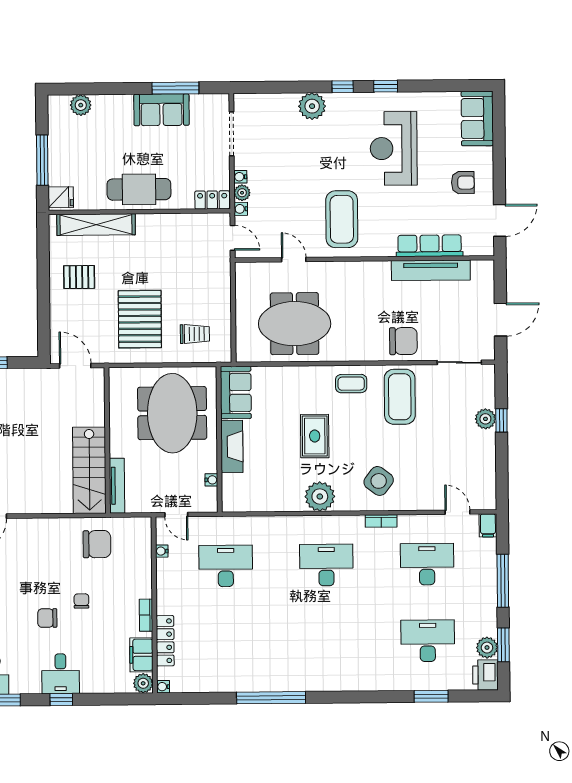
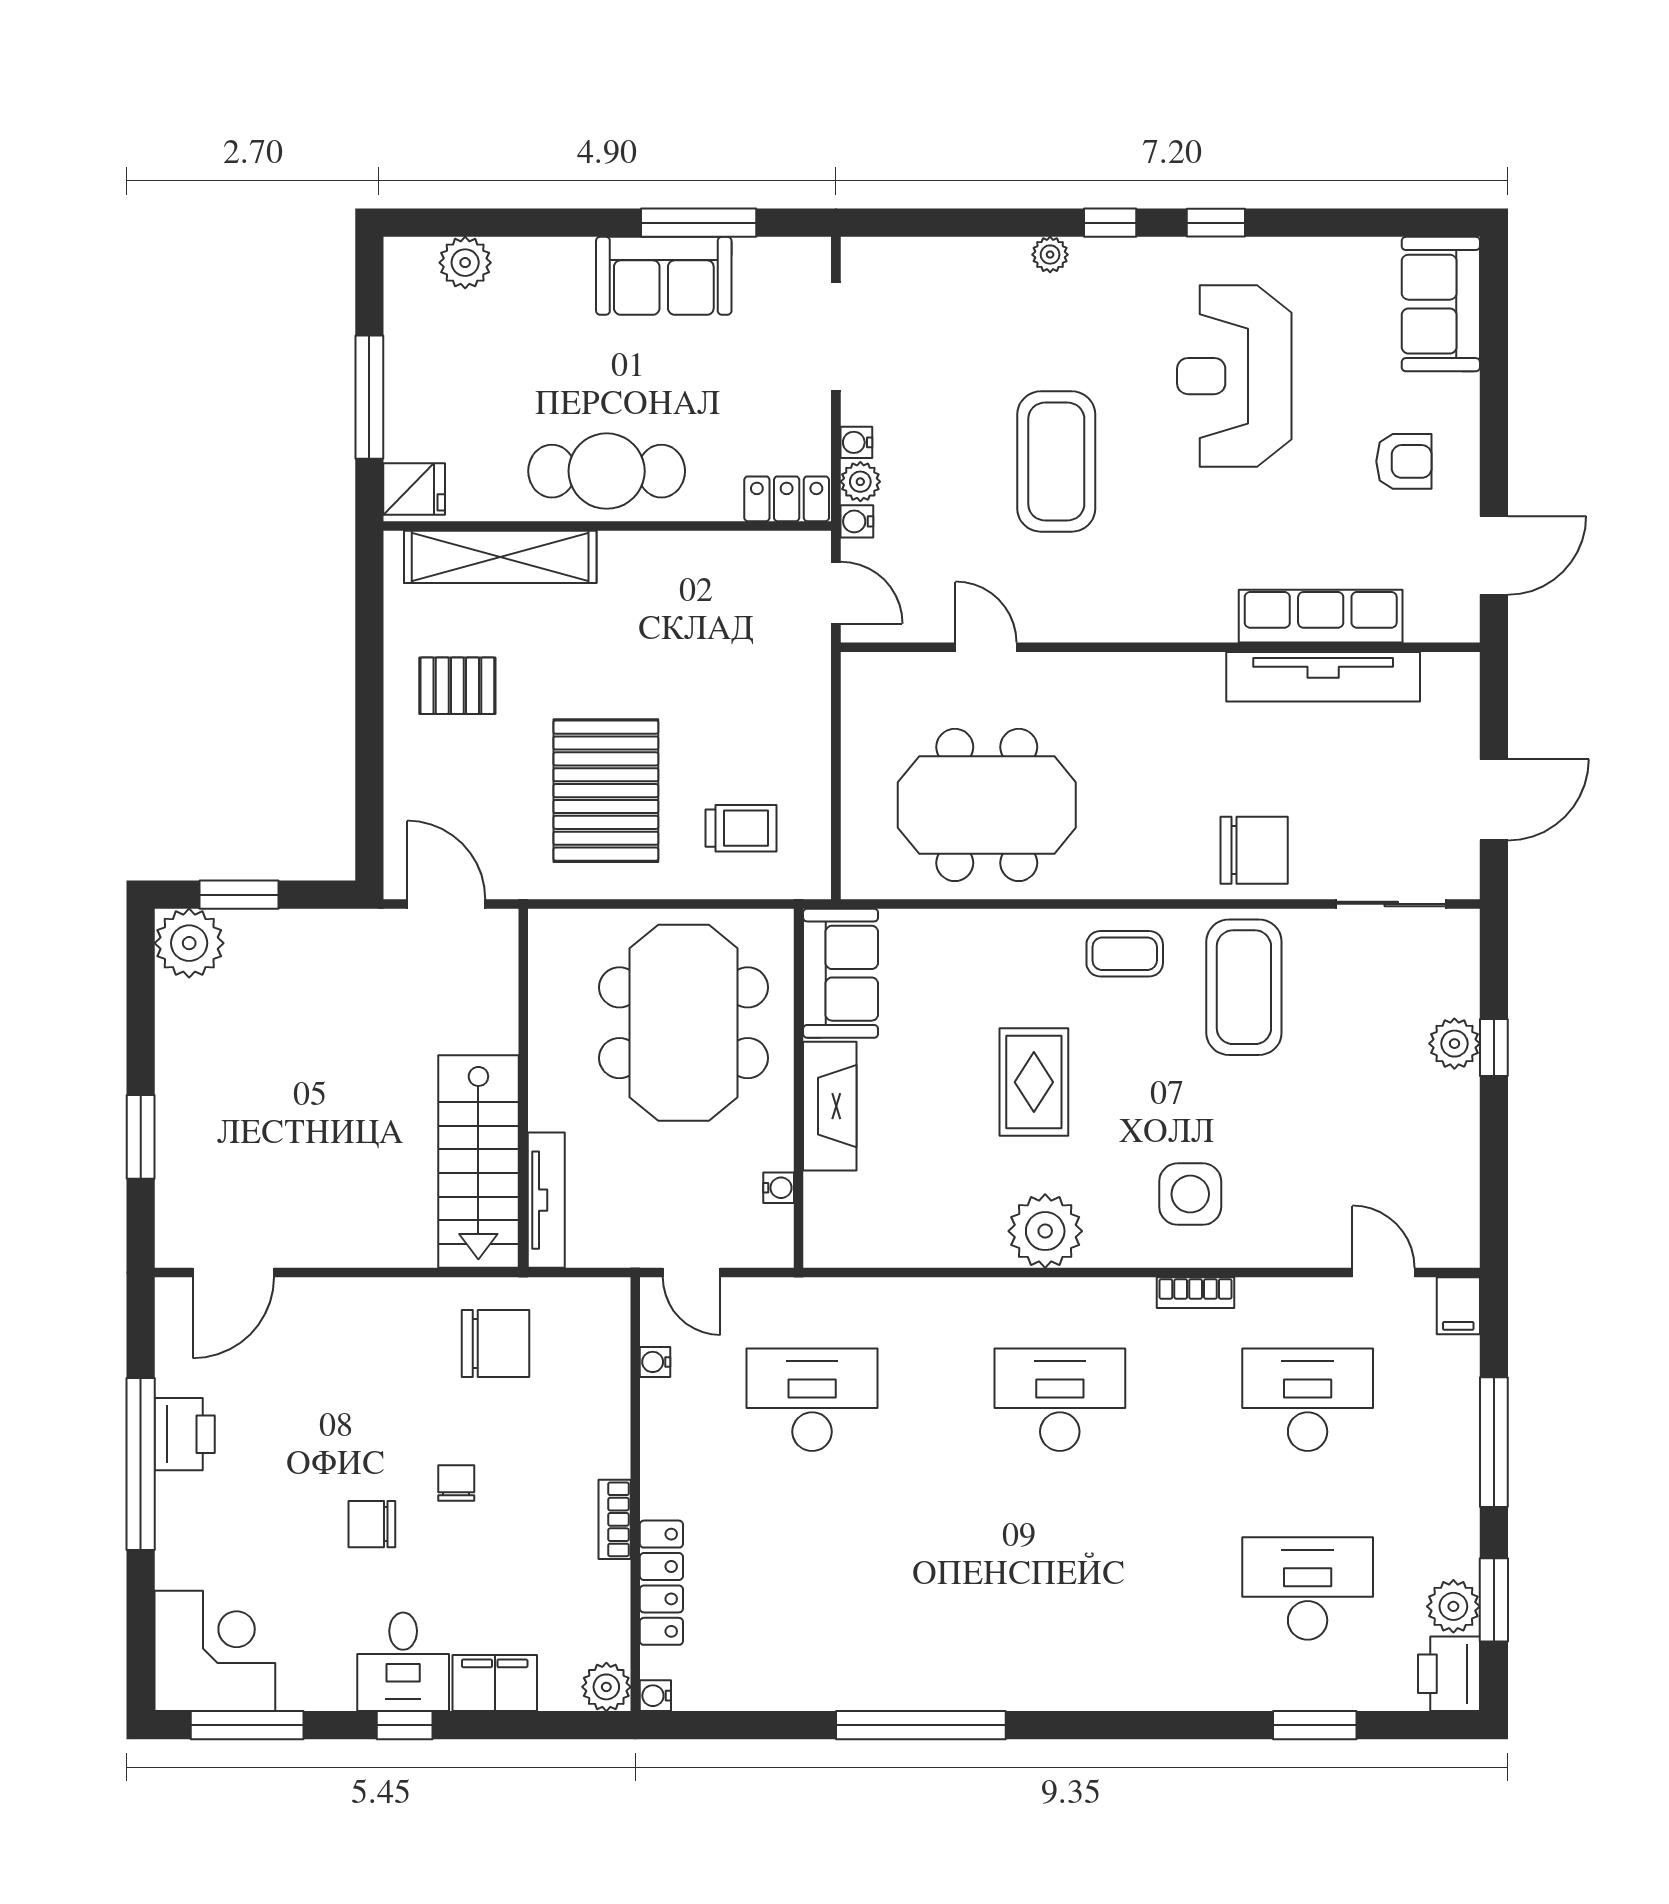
plant: (312, 106) -> (1050, 255), width x0.53, depth x0.53
coffee table: (342, 219) -> (1056, 461), moved
side table: (379, 481) -> (1190, 1194), turned -37
filing cabinet: (141, 655) -> (495, 1683), moved, turned 90

